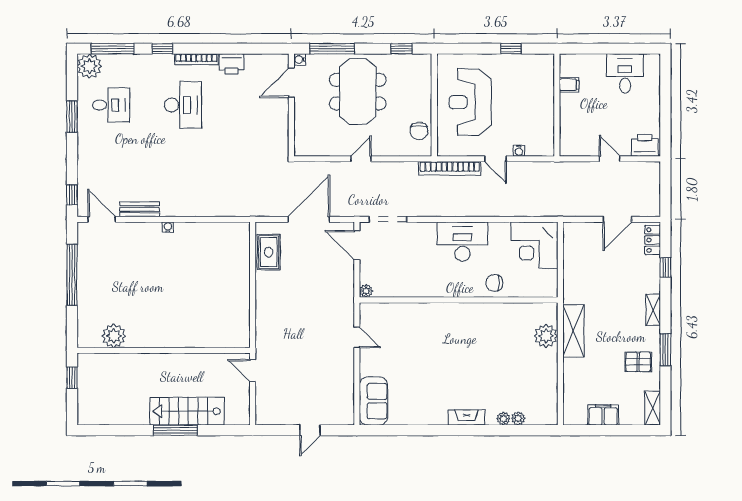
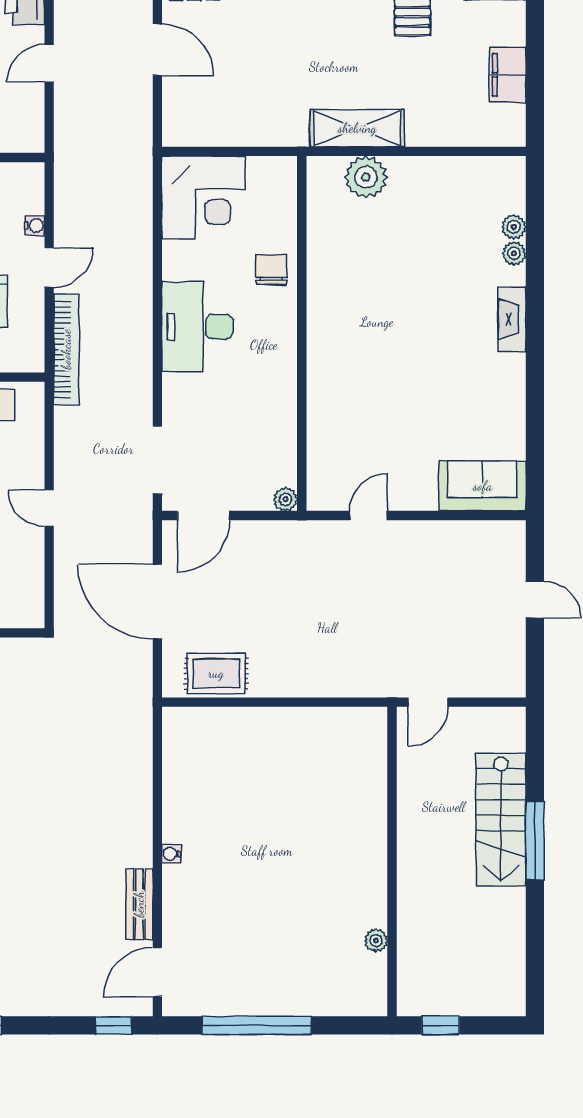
chair: (494, 283) -> (271, 270), turned 180
plant: (114, 336) -> (376, 941), width x0.53, depth x0.53

